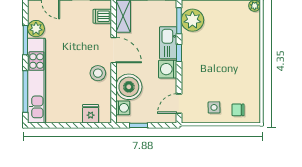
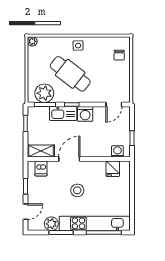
cafe table: (216, 51) -> (70, 74), added
stool: (98, 73) -> (77, 190), moved
boiler: (129, 87) -> (100, 146), removed
door: (179, 104) -> (114, 104), hinge flipped
side table: (214, 107) -> (78, 46), moved
fridge: (91, 114) -> (113, 169), moved, turned -90

